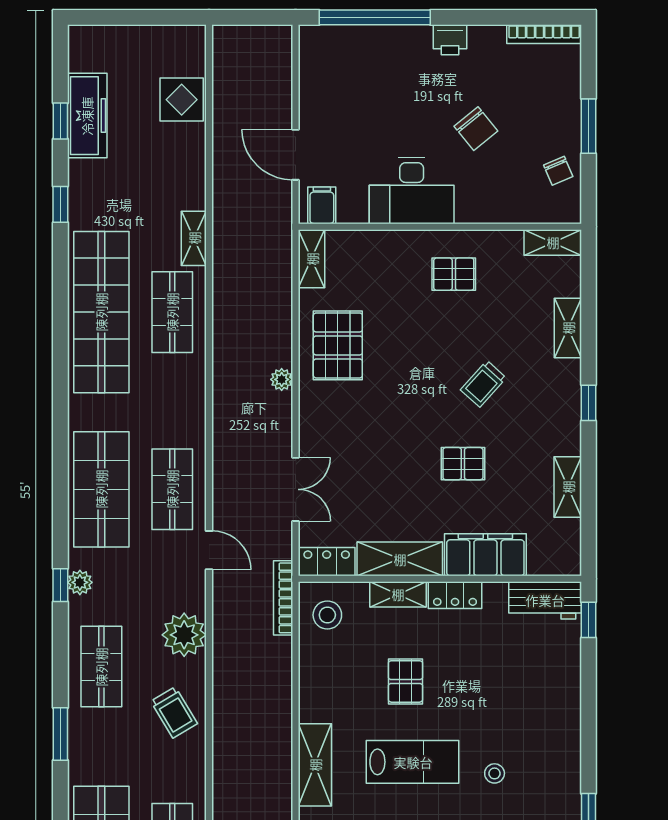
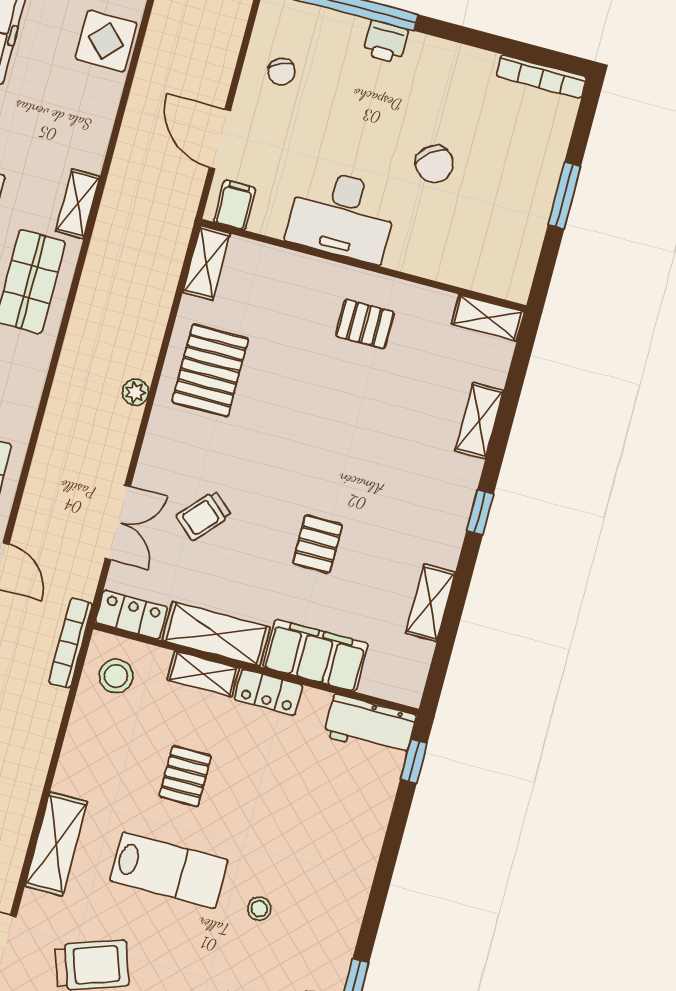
printer: (450, 40) -> (385, 42), moved
chair: (558, 171) -> (282, 72), moved
trolley: (483, 384) -> (203, 516), moved
pallet: (463, 464) -> (317, 544), turned 90

